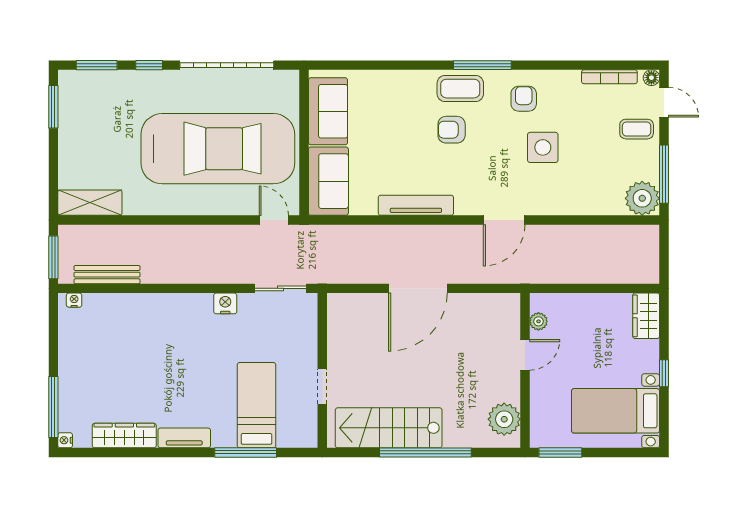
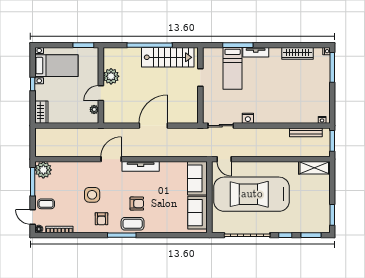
tv unit: (416, 205) -> (141, 166), moved
plant: (504, 419) -> (111, 76), moved
tv unit: (184, 438) -> (256, 52), moved

